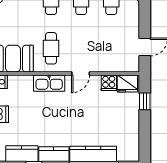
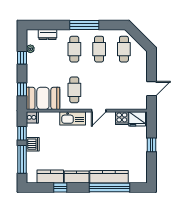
window: (145, 101) -> (152, 145), moved

